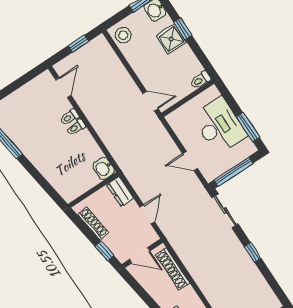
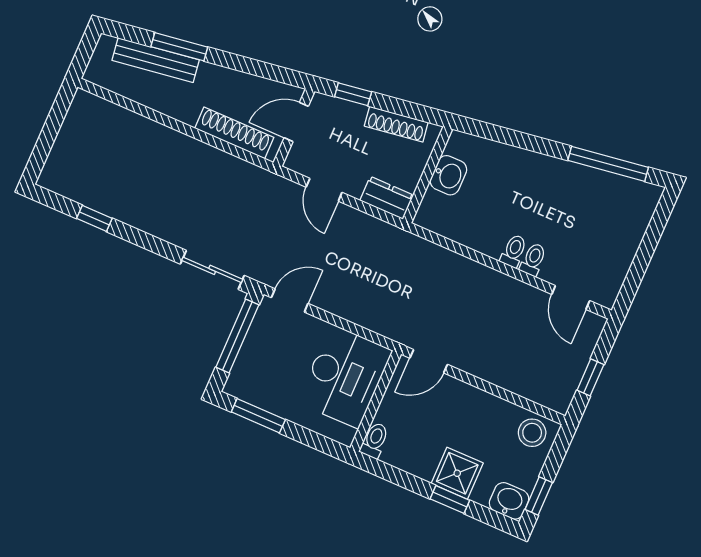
desk: (219, 126) -> (345, 376), moved, turned -90
door: (190, 161) -> (290, 301), moved
washbasin: (104, 168) -> (448, 175), moved, turned 90
window: (253, 252) -> (94, 218), moved

